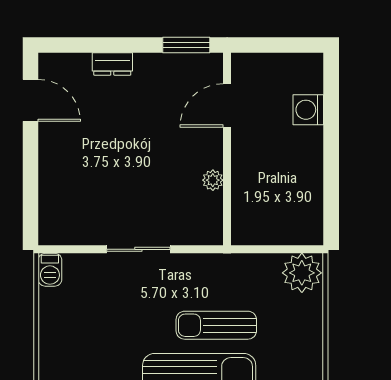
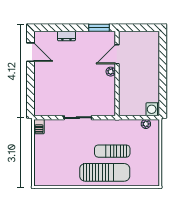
washing machine: (308, 110) -> (153, 109), moved
plant: (213, 180) -> (111, 72), moved
plant: (302, 273) -> (146, 124), width x0.53, depth x0.53

